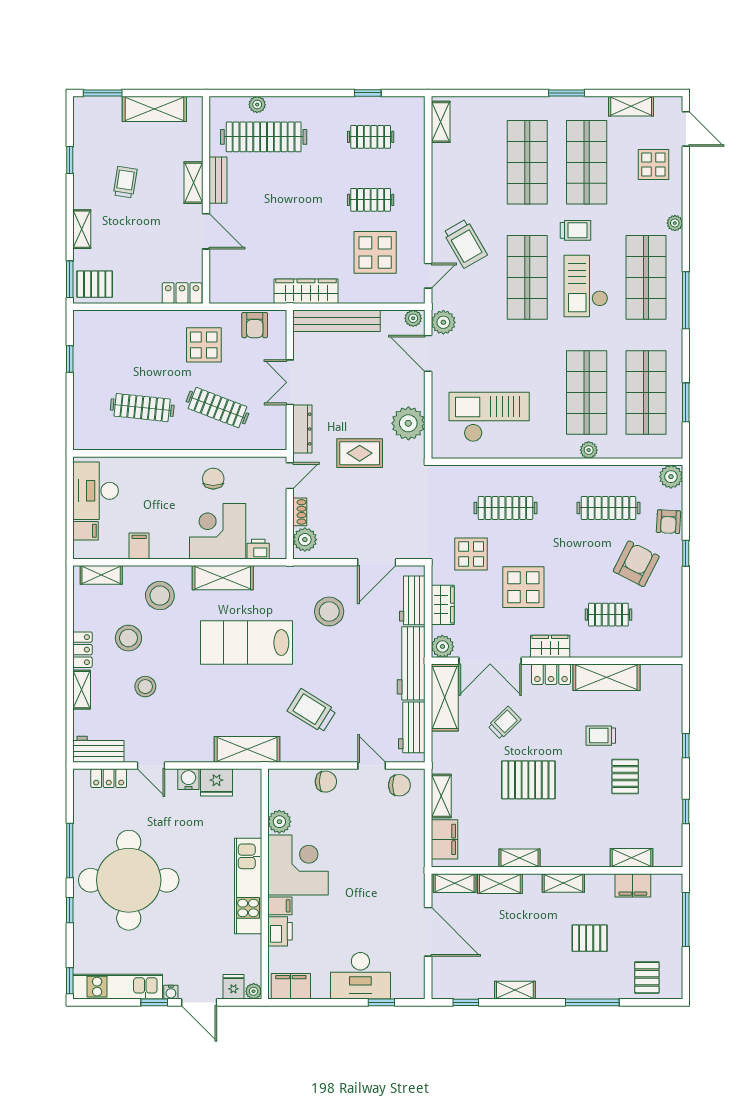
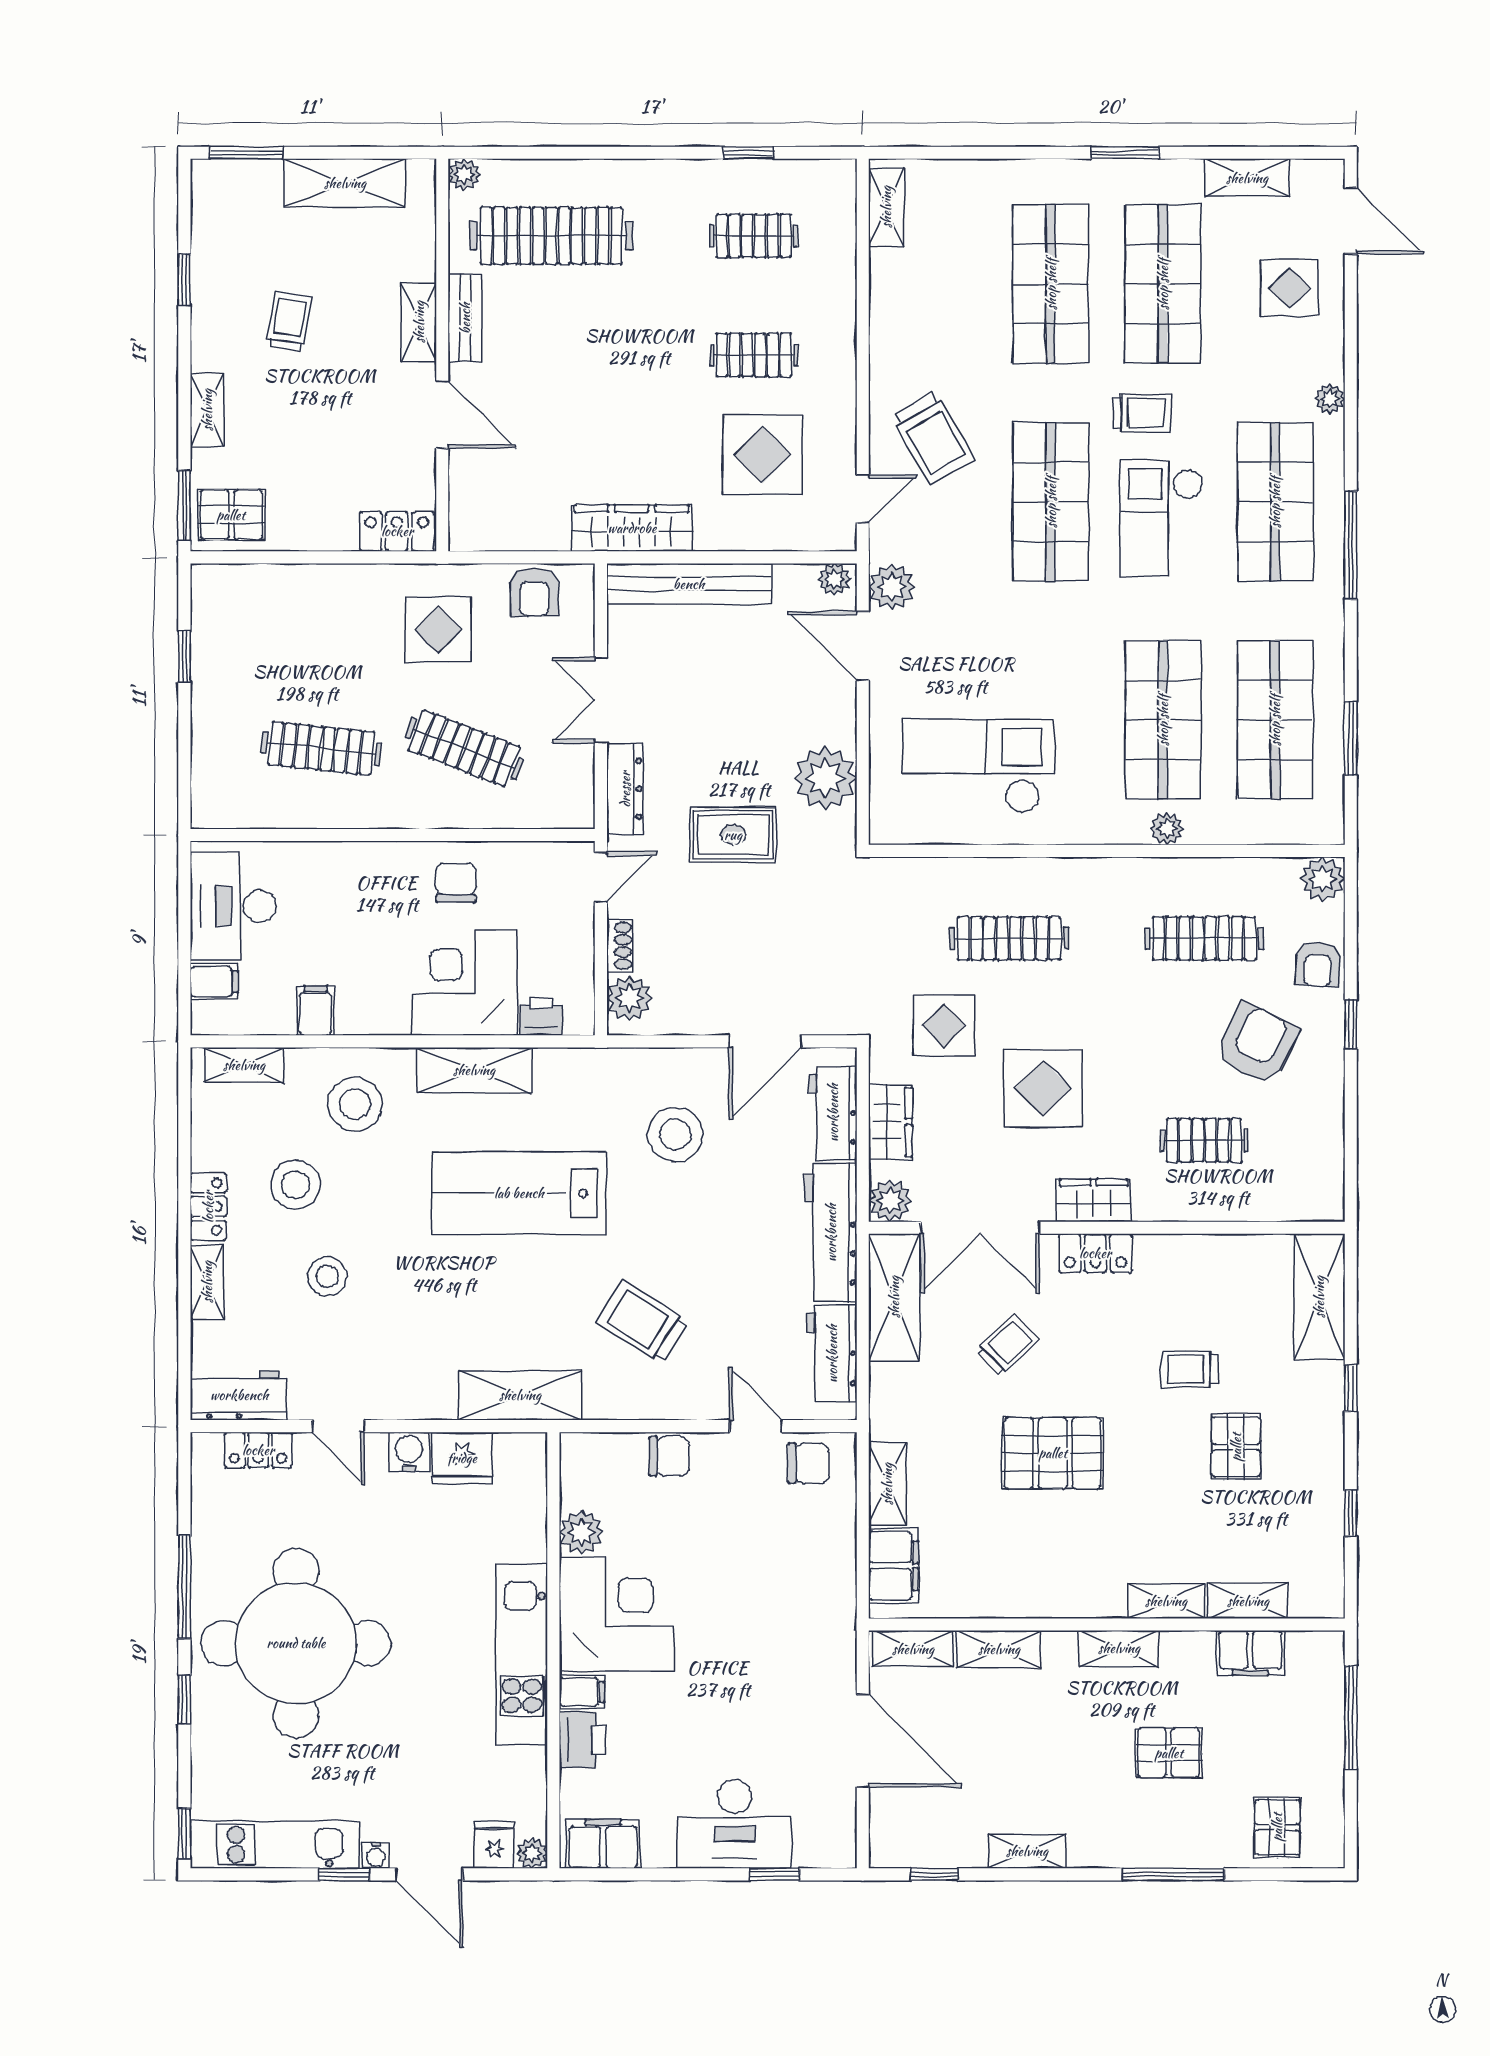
plant: (257, 105) -> (464, 175), moved
shelving: (606, 677) -> (1319, 1297), moved, turned 90
shelving: (520, 858) -> (1166, 1601), moved

